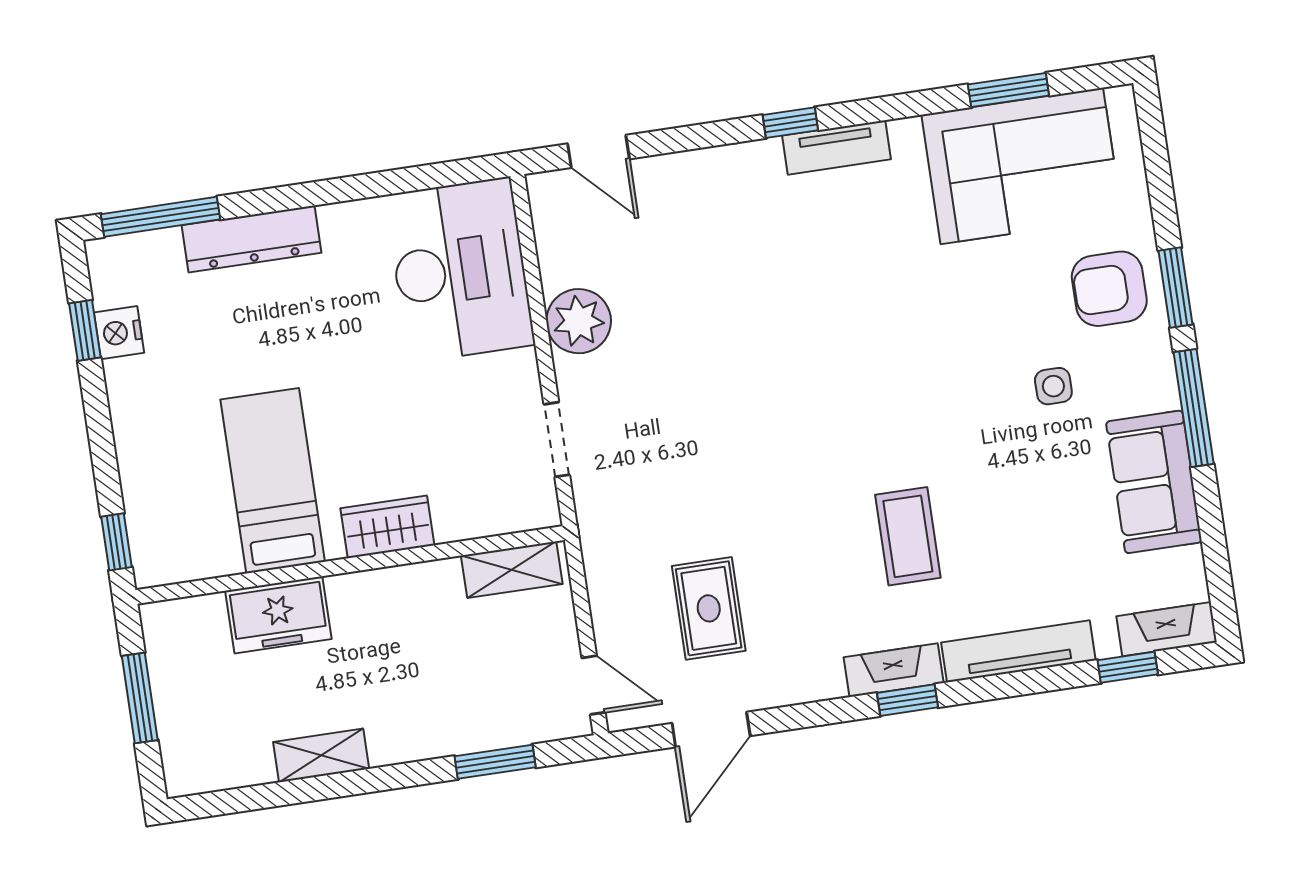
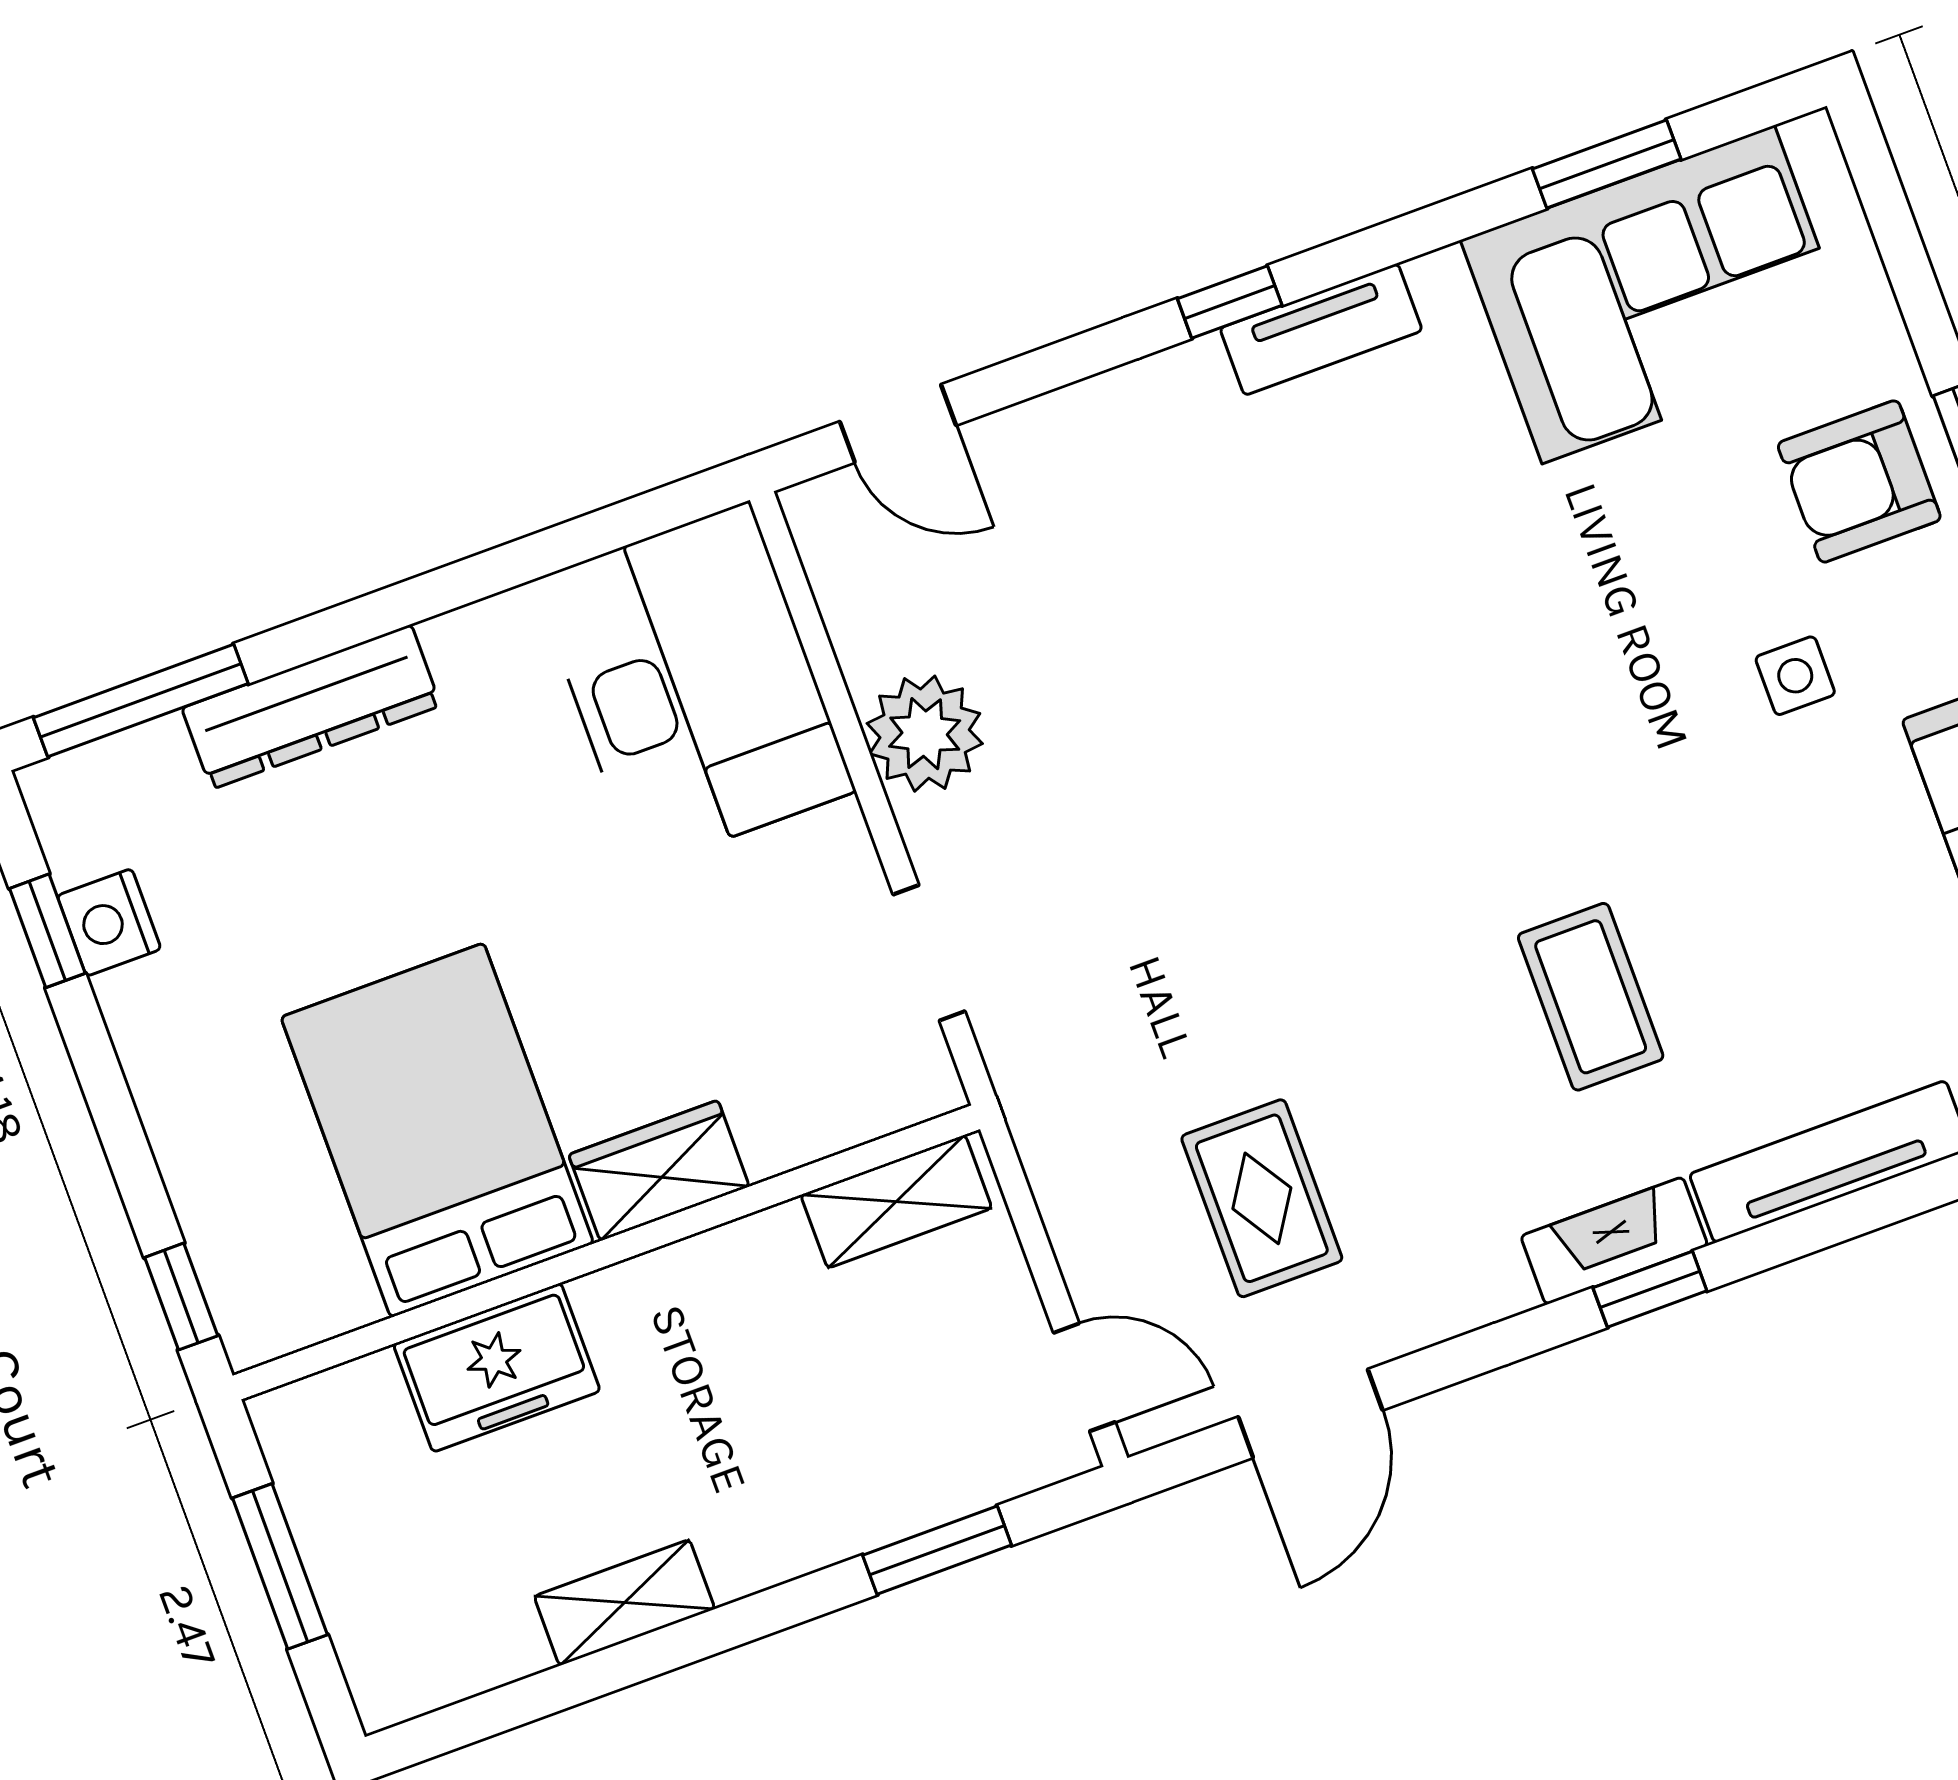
bed: (273, 481) -> (437, 1130), width x1.50

